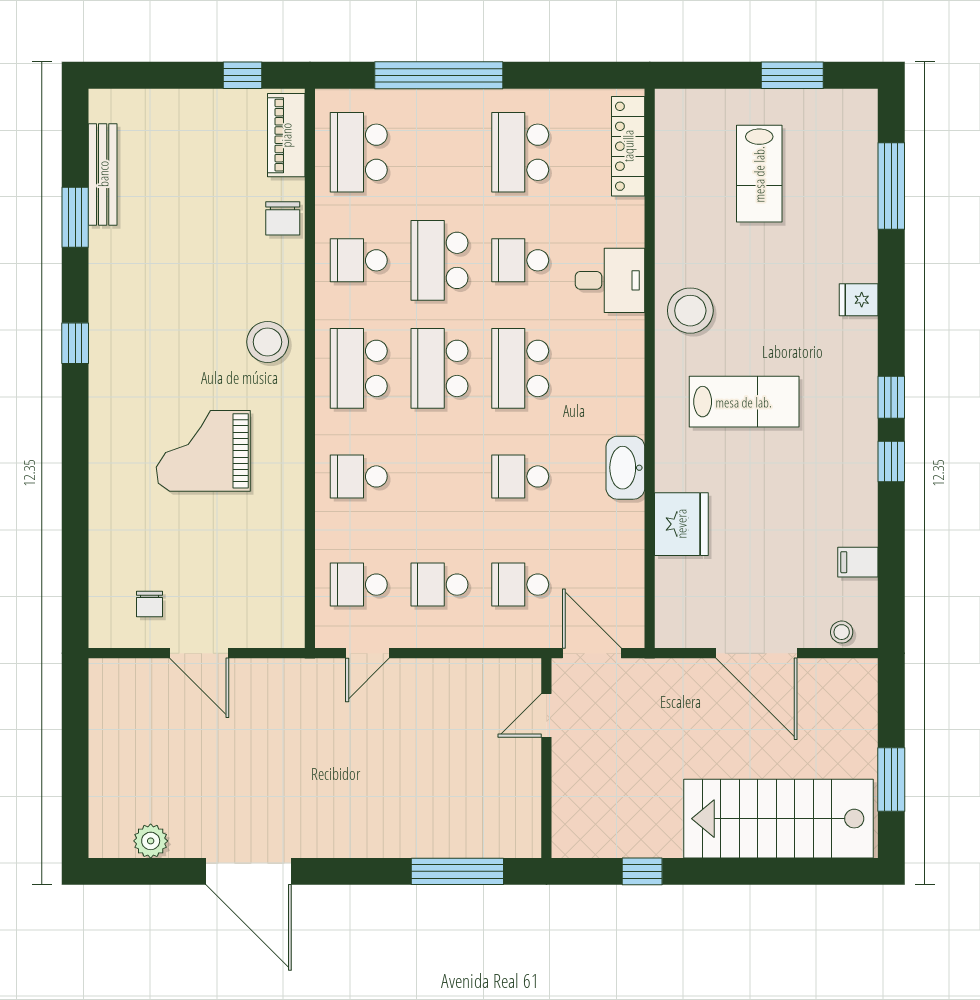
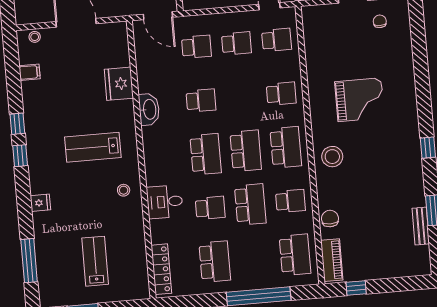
bench: (103, 174) -> (421, 226), width x0.73
stool: (690, 311) -> (124, 190), width x0.53, depth x0.53

